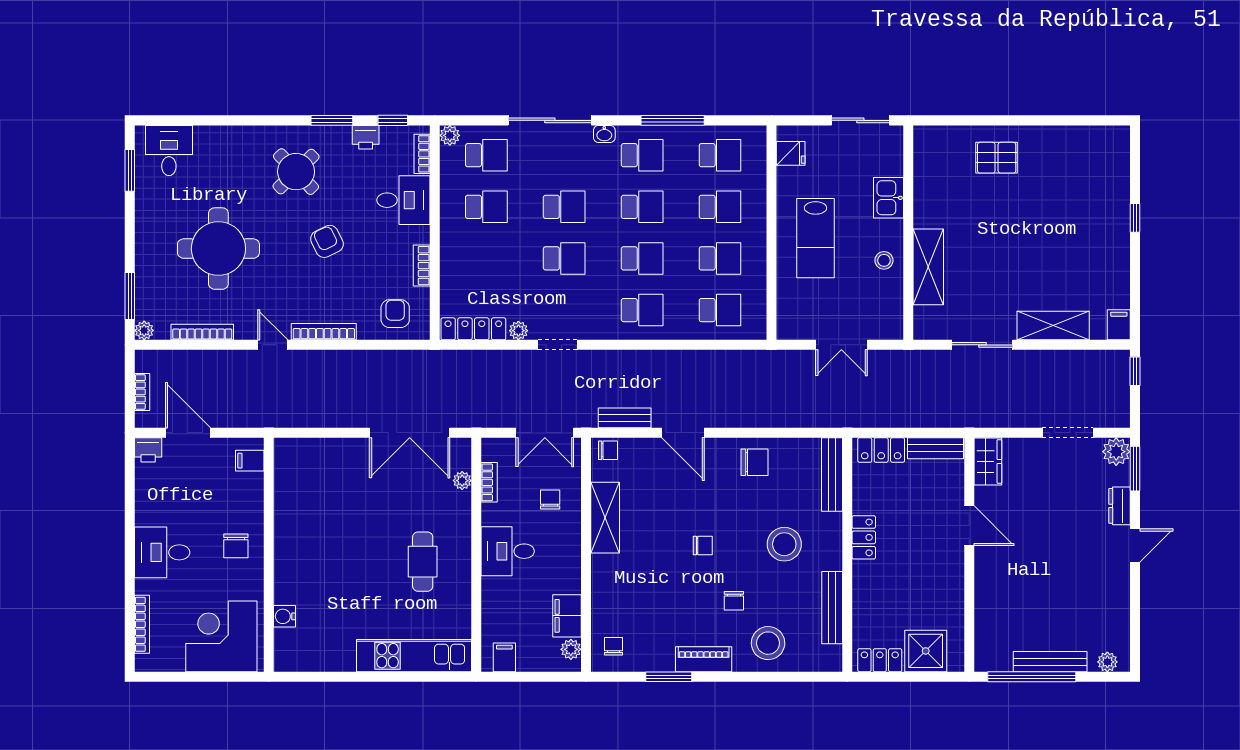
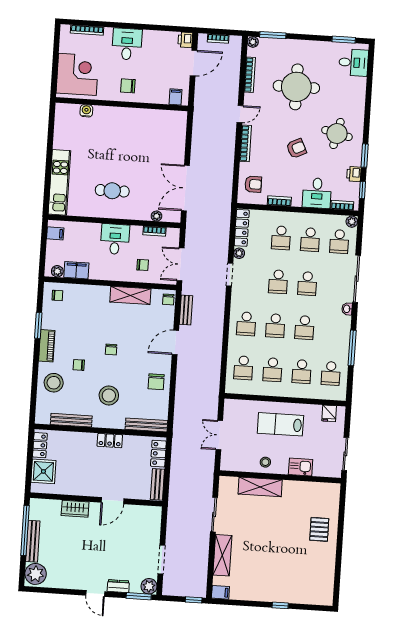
school desk: (642, 155) -> (281, 238), moved
round table: (296, 172) -> (337, 134), turned -33
wardrobe: (988, 461) -> (75, 509), moved
plant: (1107, 662) -> (36, 574), width x1.88, depth x1.88

